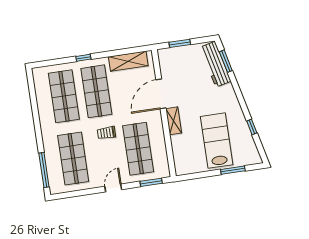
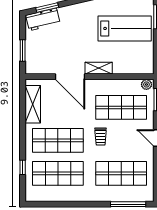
window: (83, 58) -> (23, 167), moved
workbench: (216, 64) -> (43, 19), width x0.73
lab bench: (217, 141) -> (125, 28), turned 180
plant: (165, 170) -> (146, 84), added

